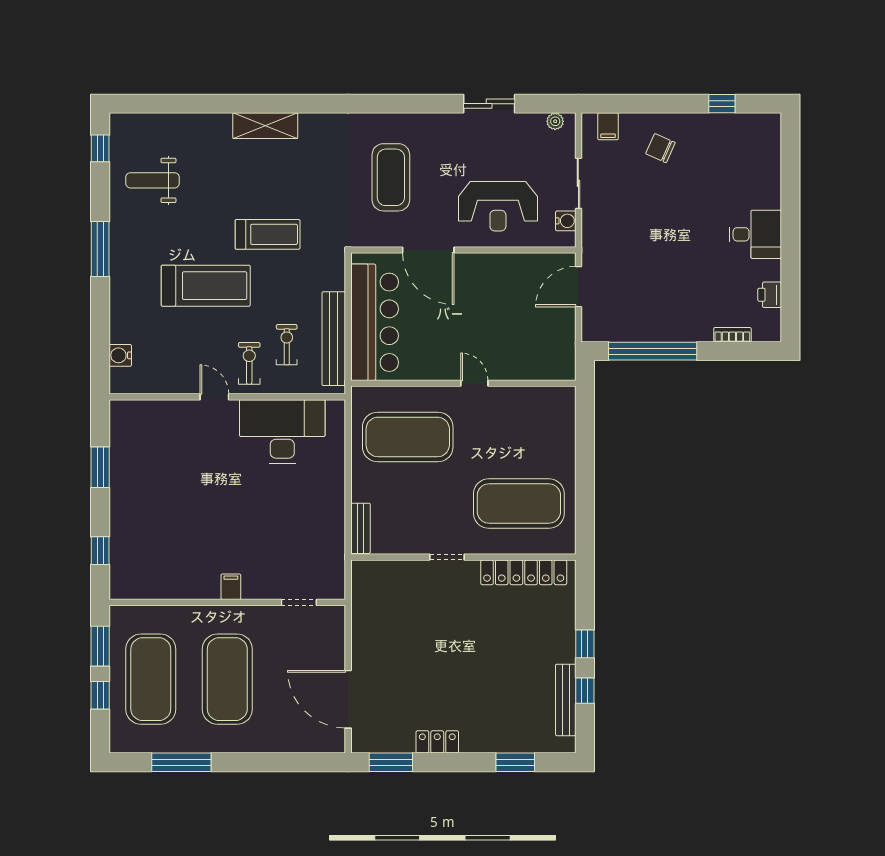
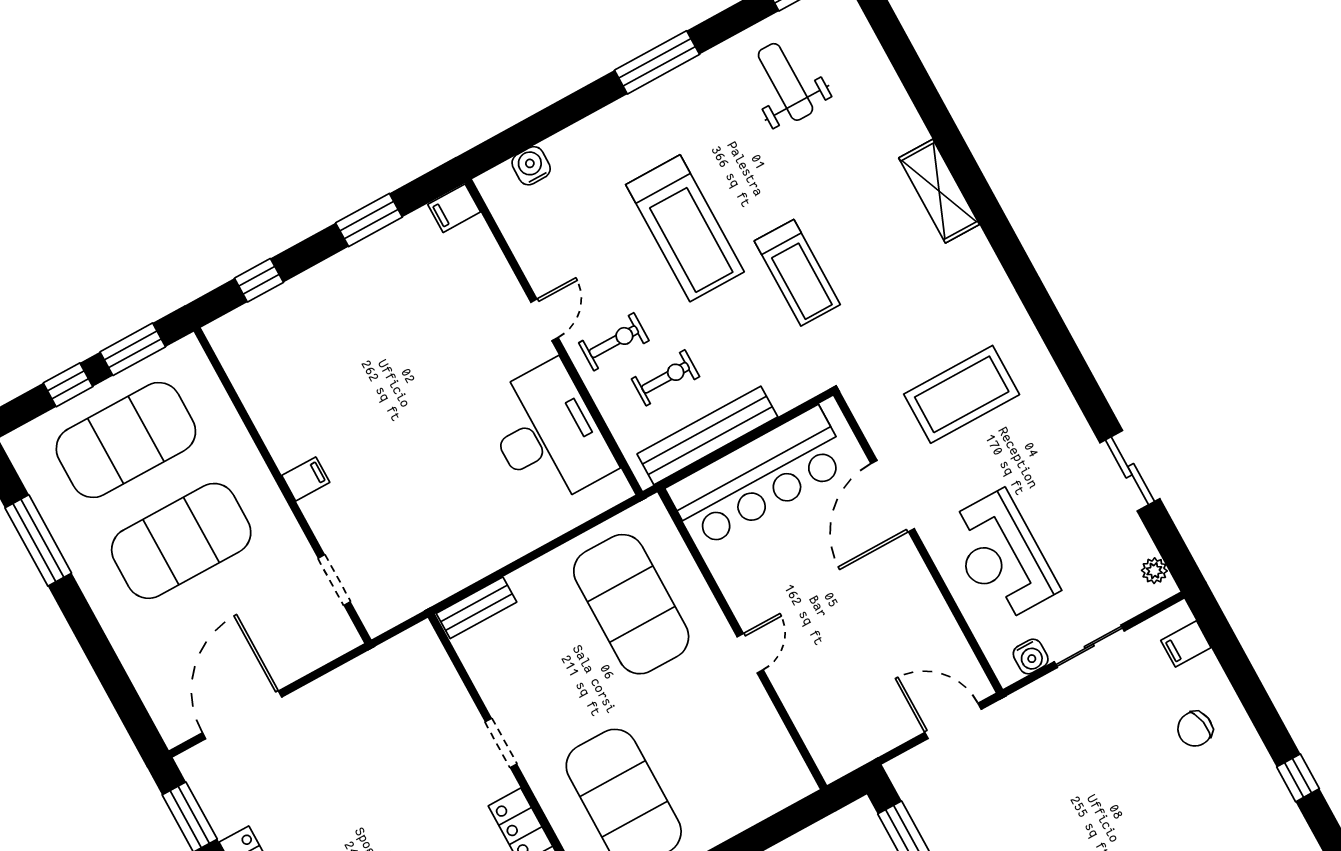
chair: (660, 148) -> (1195, 729), turned -124
filing cabinet: (120, 414) -> (454, 208), added

